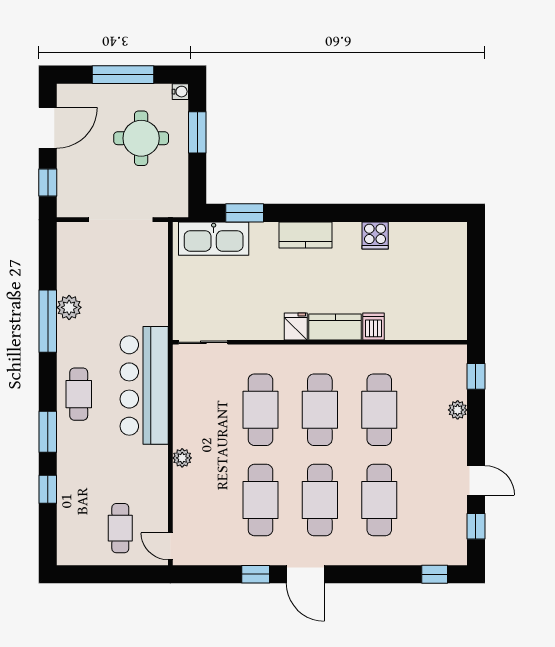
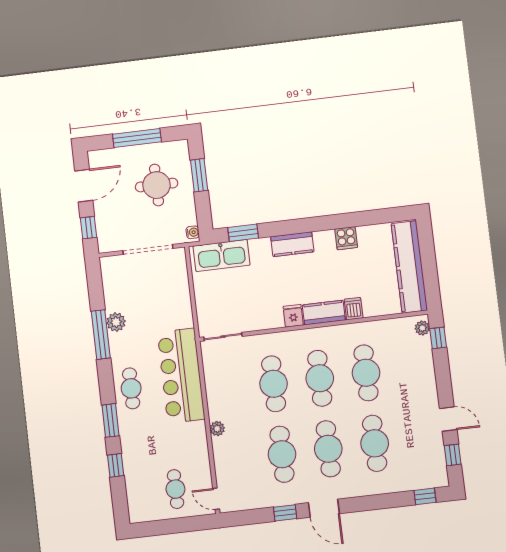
water cooler: (180, 92) -> (193, 232), moved
kitchen counter: (451, 282) -> (409, 267), added
plant: (458, 410) -> (422, 328), moved

